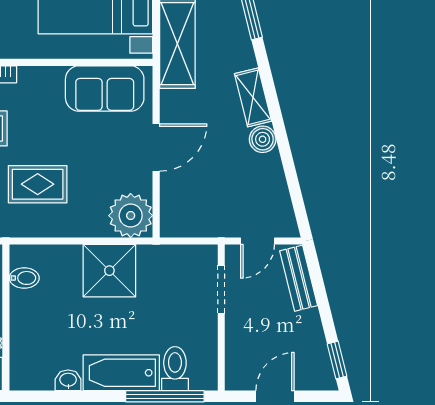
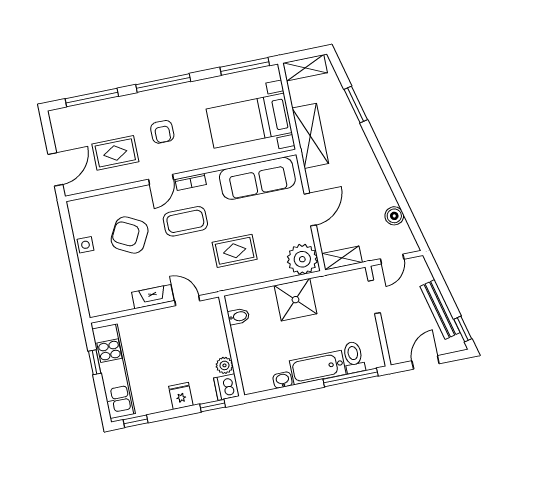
sofa: (105, 88) -> (257, 178), width x1.36
shelving: (253, 97) -> (342, 258), moved, turned -76
boiler: (263, 139) -> (394, 216), moved
bench: (299, 278) -> (440, 309), moved, width x1.36

